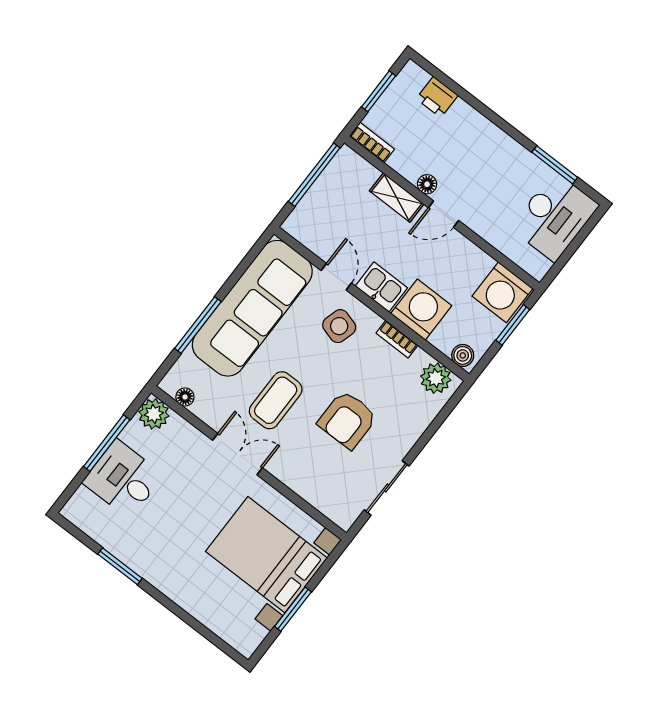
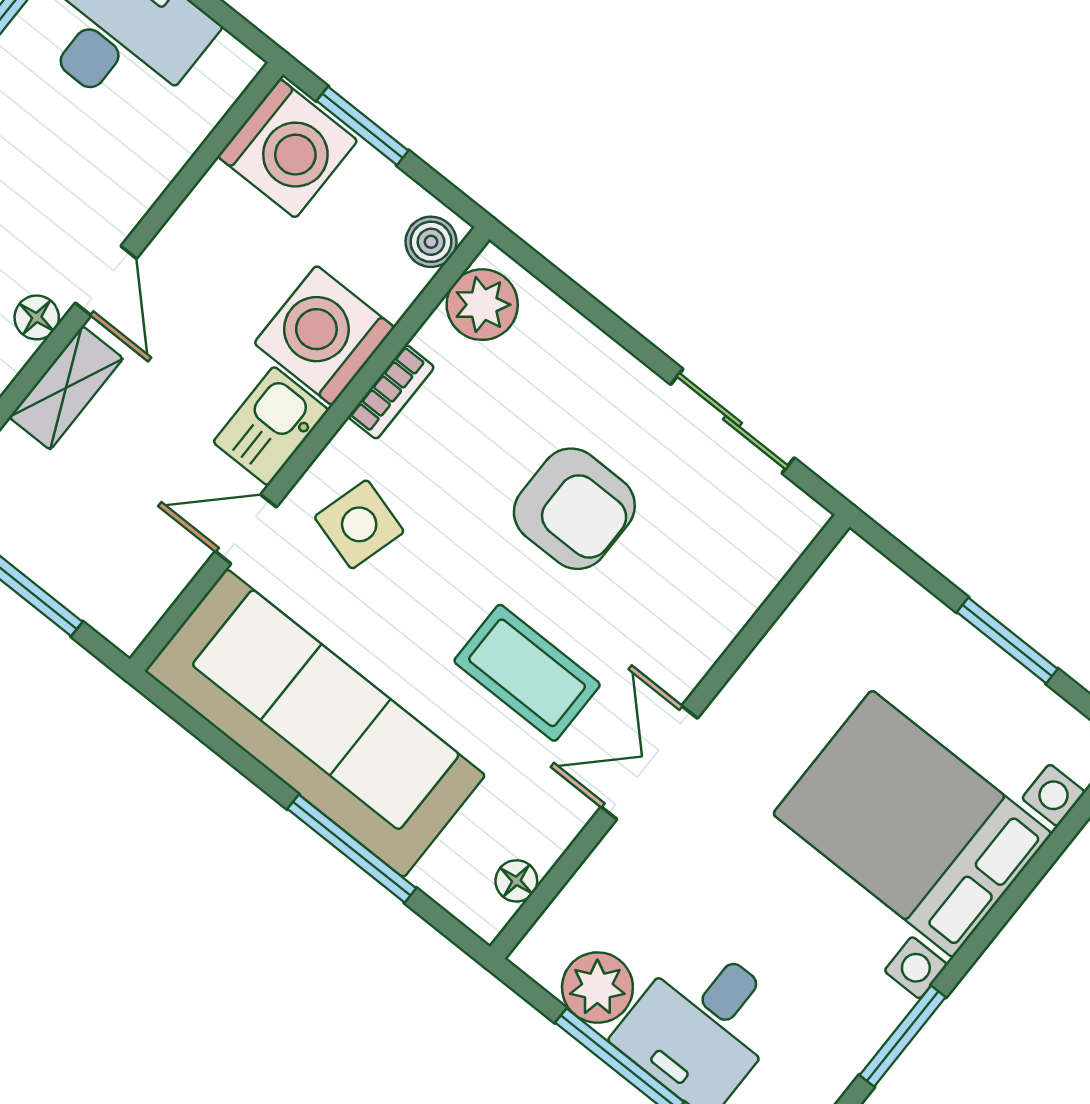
plant: (154, 414) -> (597, 988), moved
bed with nightstands: (266, 555) -> (912, 824), moved, turned 90

